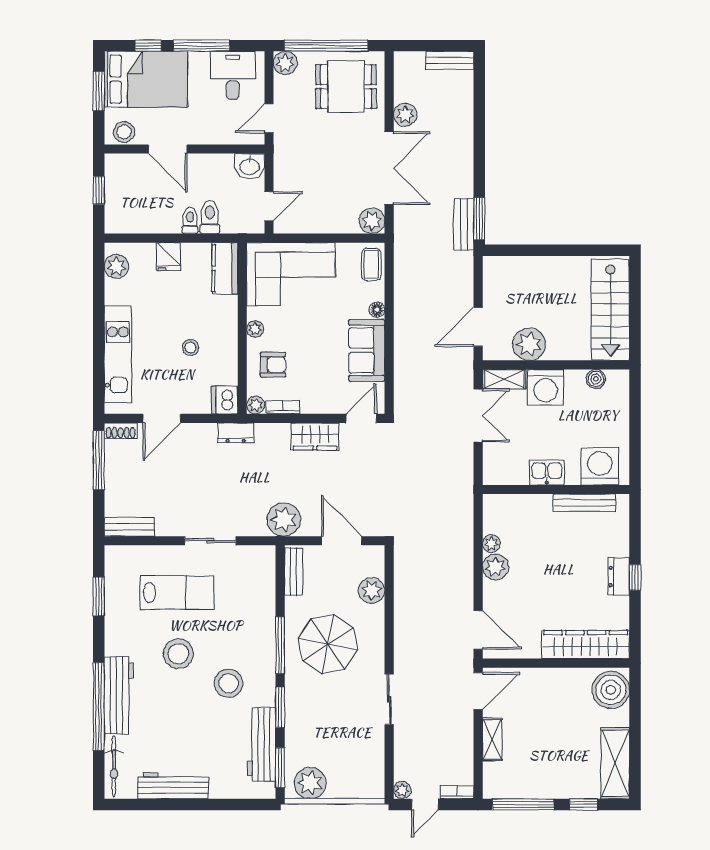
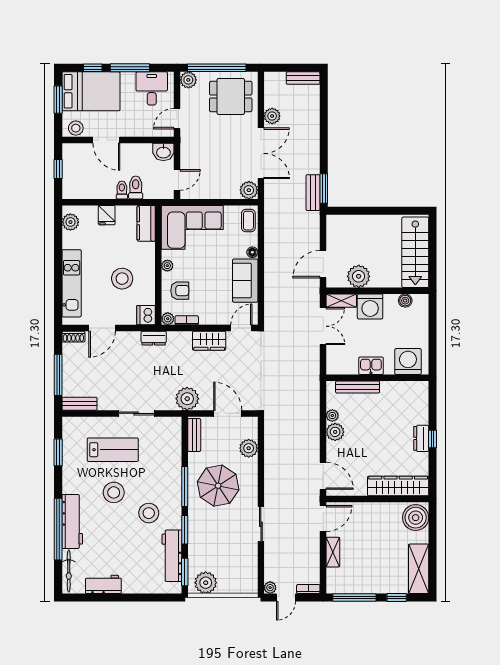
stool: (190, 348) -> (122, 279), width x1.89, depth x1.89
window: (99, 460) -> (58, 375), moved
bench: (584, 503) -> (358, 387), moved
workbench: (173, 786) -> (103, 584), width x0.73

